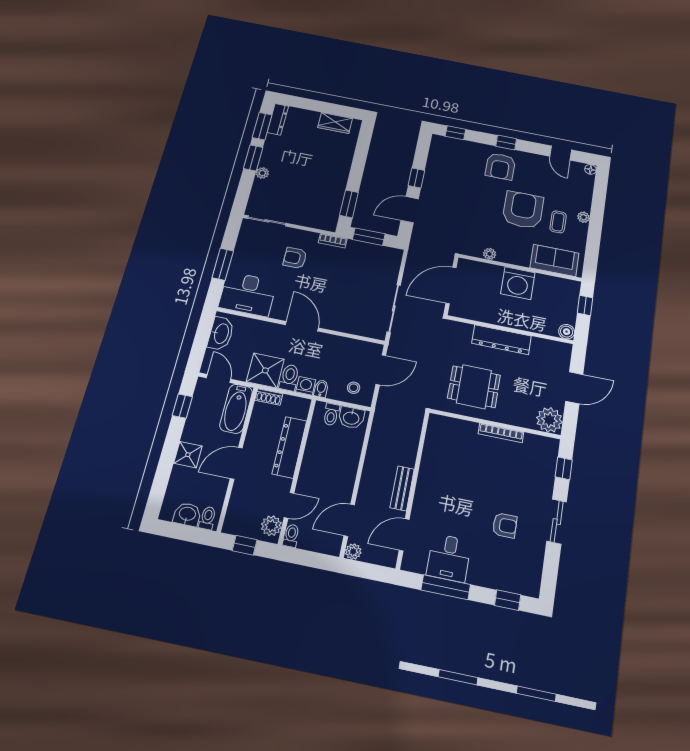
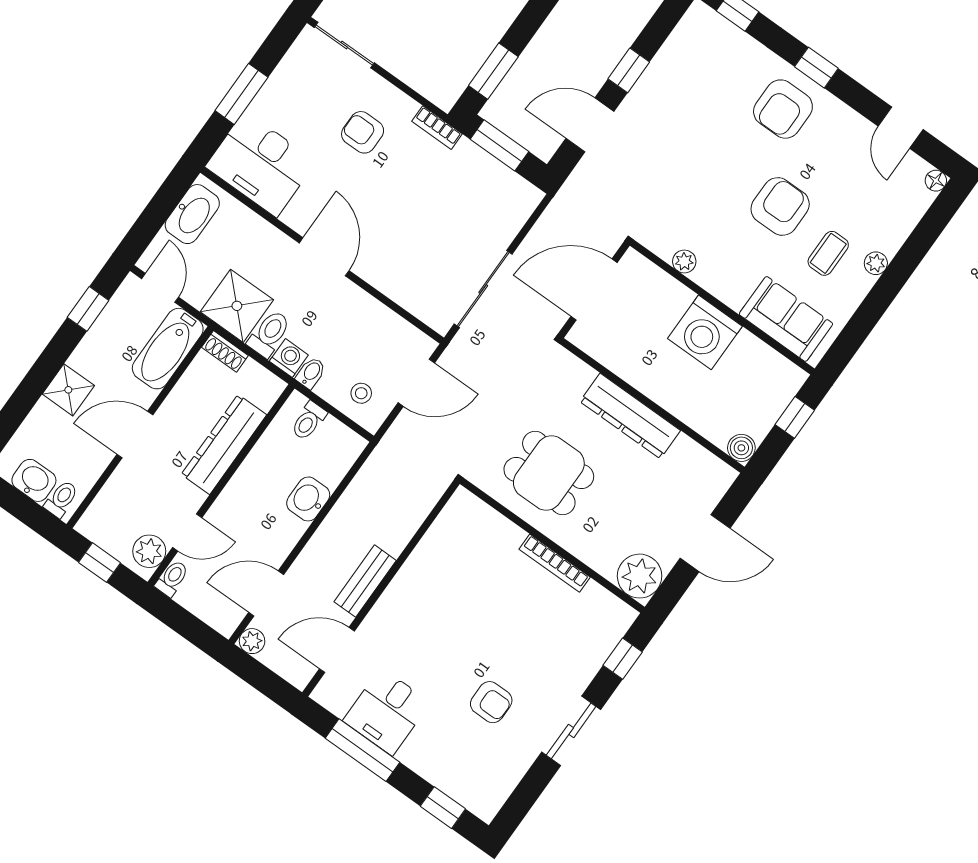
armchair: (523, 210) -> (780, 206), width x0.73, depth x0.73
washbasin: (351, 418) -> (308, 499), moved, turned 90

